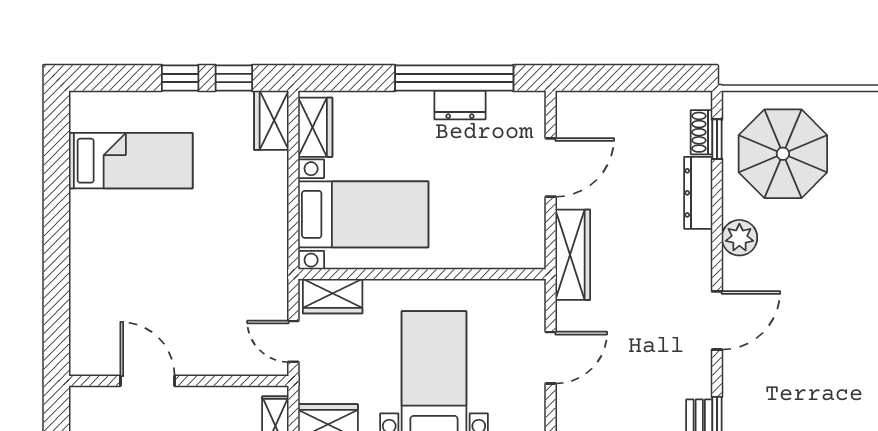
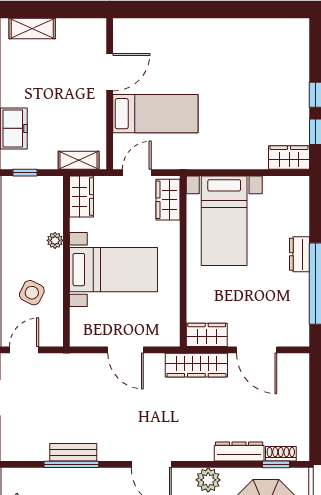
dresser: (460, 105) -> (300, 254), moved
wardrobe: (315, 127) -> (207, 335), moved, turned 180
bed: (131, 161) -> (155, 114), moved, turned -90

